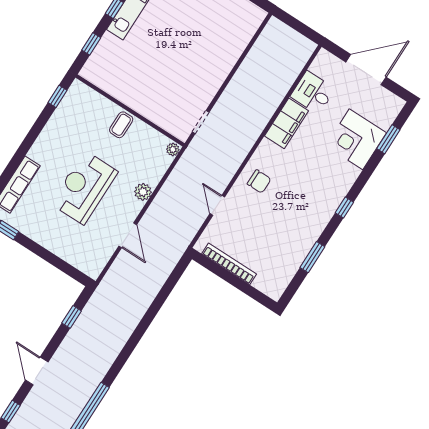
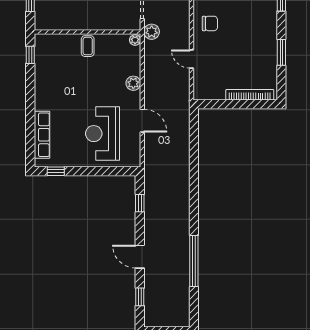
plant: (195, 152) -> (152, 32), added
reception desk: (84, 188) -> (103, 134), moved
bookcase: (229, 264) -> (250, 95), moved

